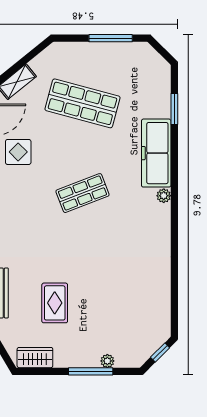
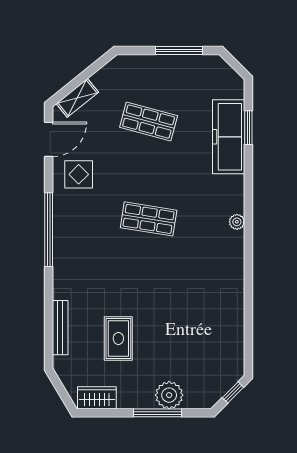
shop shelf: (83, 103) -> (149, 121), width x0.70, depth x0.74
freezer: (156, 153) -> (229, 137), moved
shop shelf: (83, 193) -> (149, 219), turned 30
plant: (107, 361) -> (169, 395), width x1.87, depth x1.87

